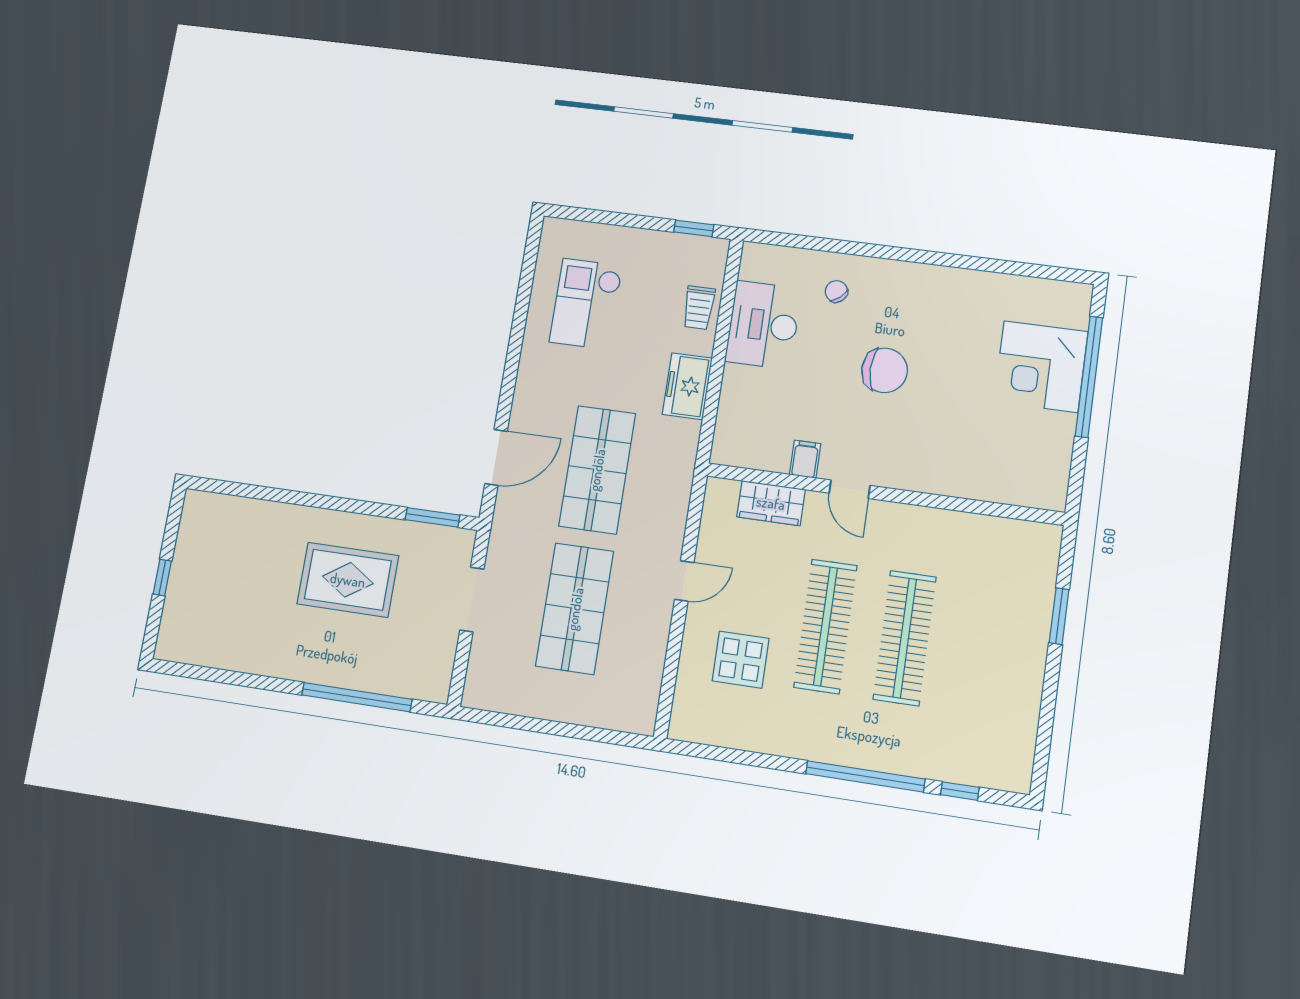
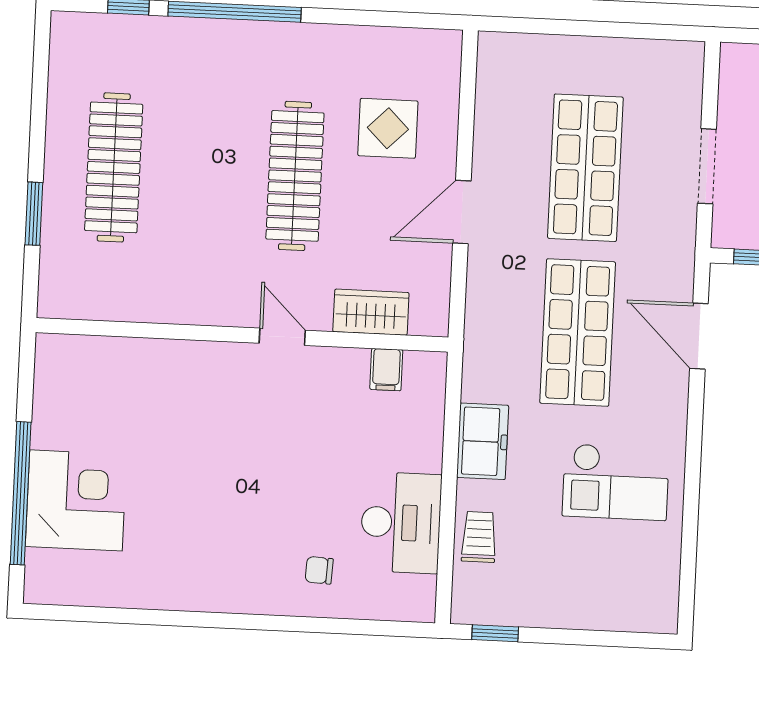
chair: (836, 291) -> (319, 570), turned 134
checkout: (586, 304) -> (616, 482), moved, turned 90
chair: (885, 370) -> (255, 480), removed
door: (496, 457) -> (699, 336), hinge flipped
filing cabinet: (805, 459) -> (386, 370), moved
door: (684, 581) -> (462, 212), width x1.38
clothes rail: (905, 638) -> (114, 167), moved

